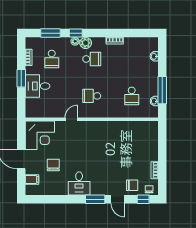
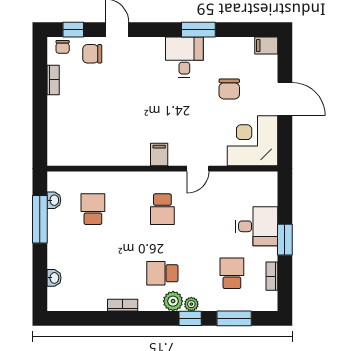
school desk: (92, 96) -> (162, 209), turned 90
filing cabinet: (94, 127) -> (159, 155), added
filing cabinet: (32, 179) -> (266, 46), moved
window: (95, 199) -> (198, 30), moved

